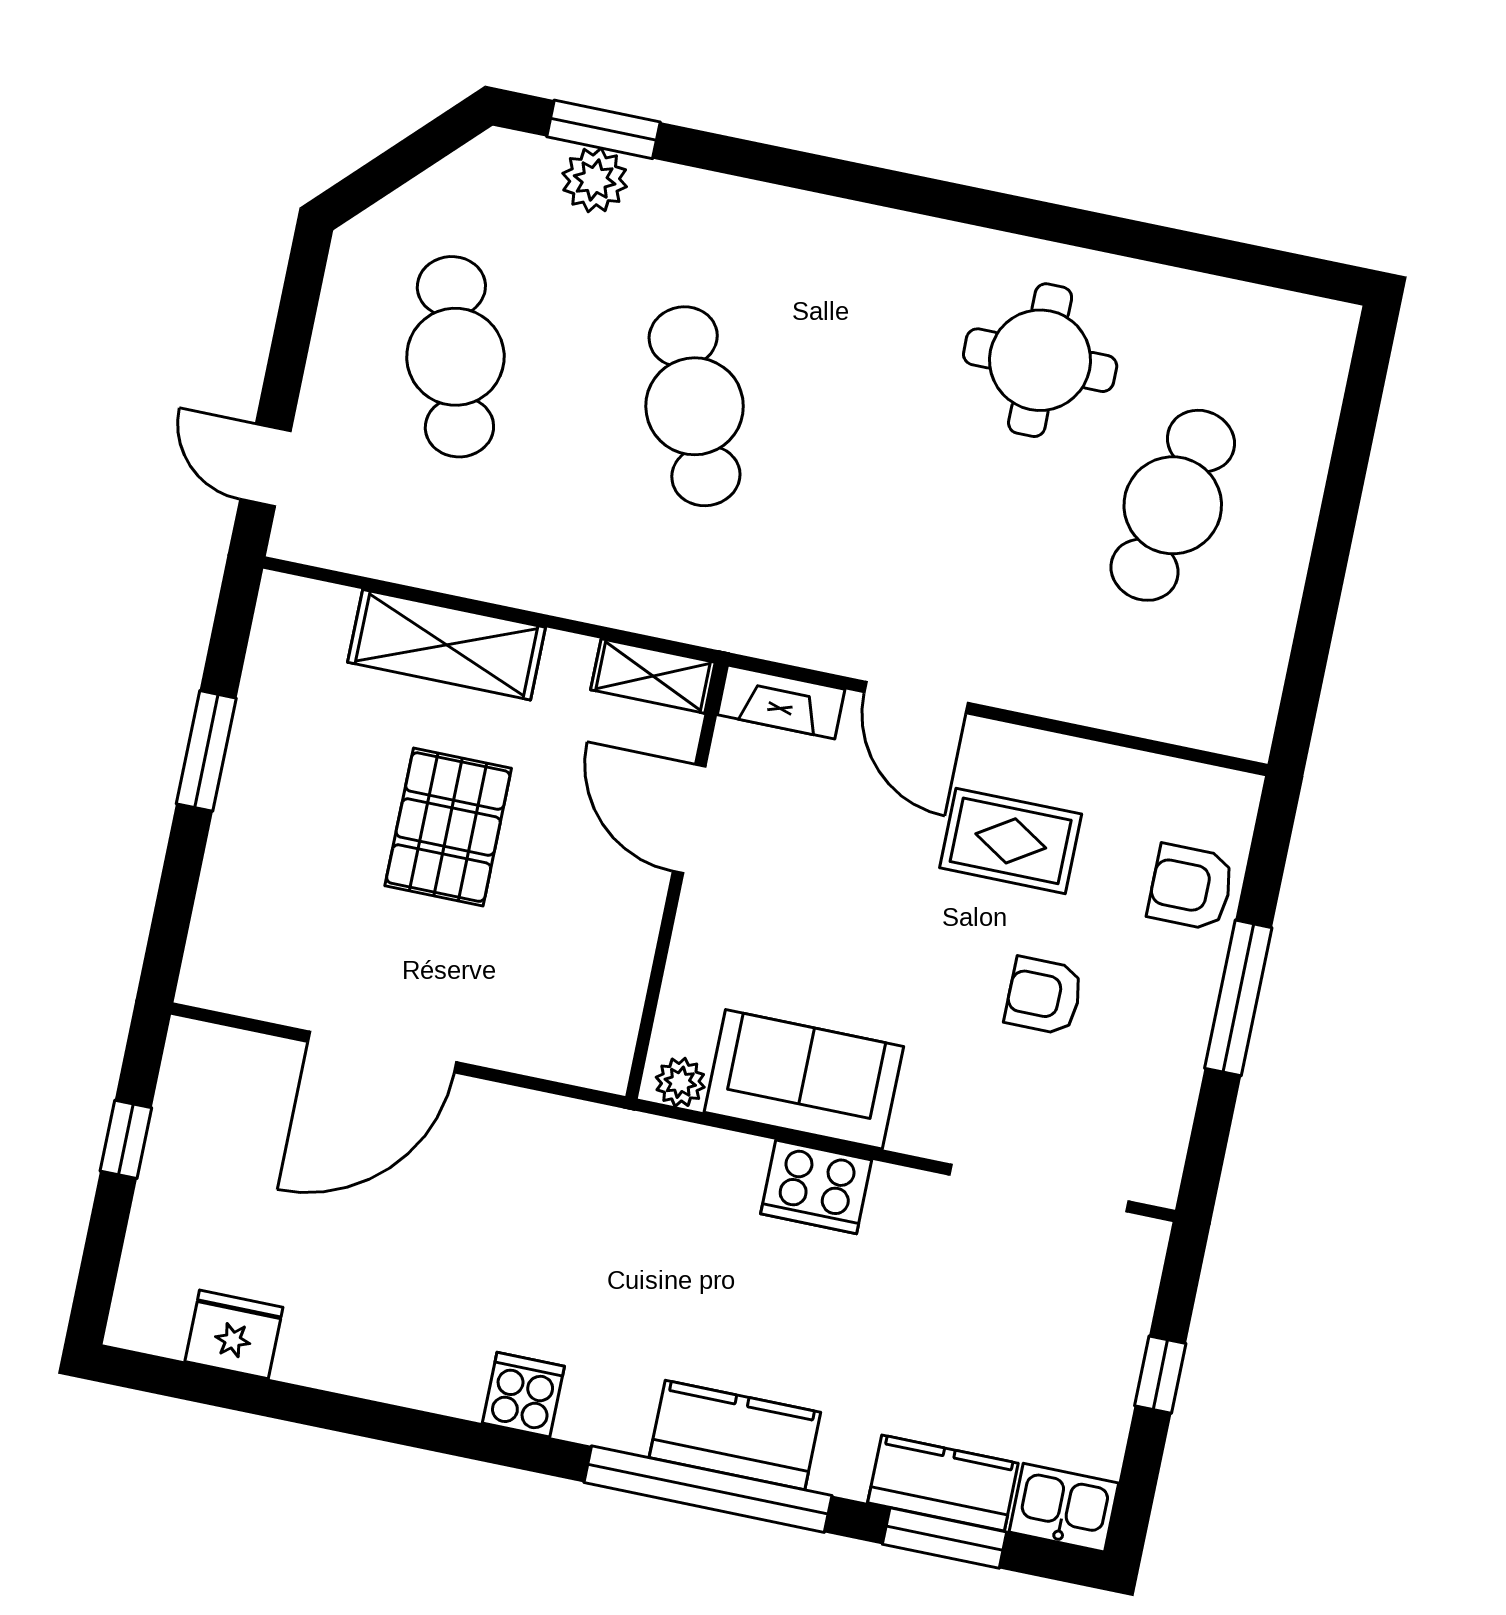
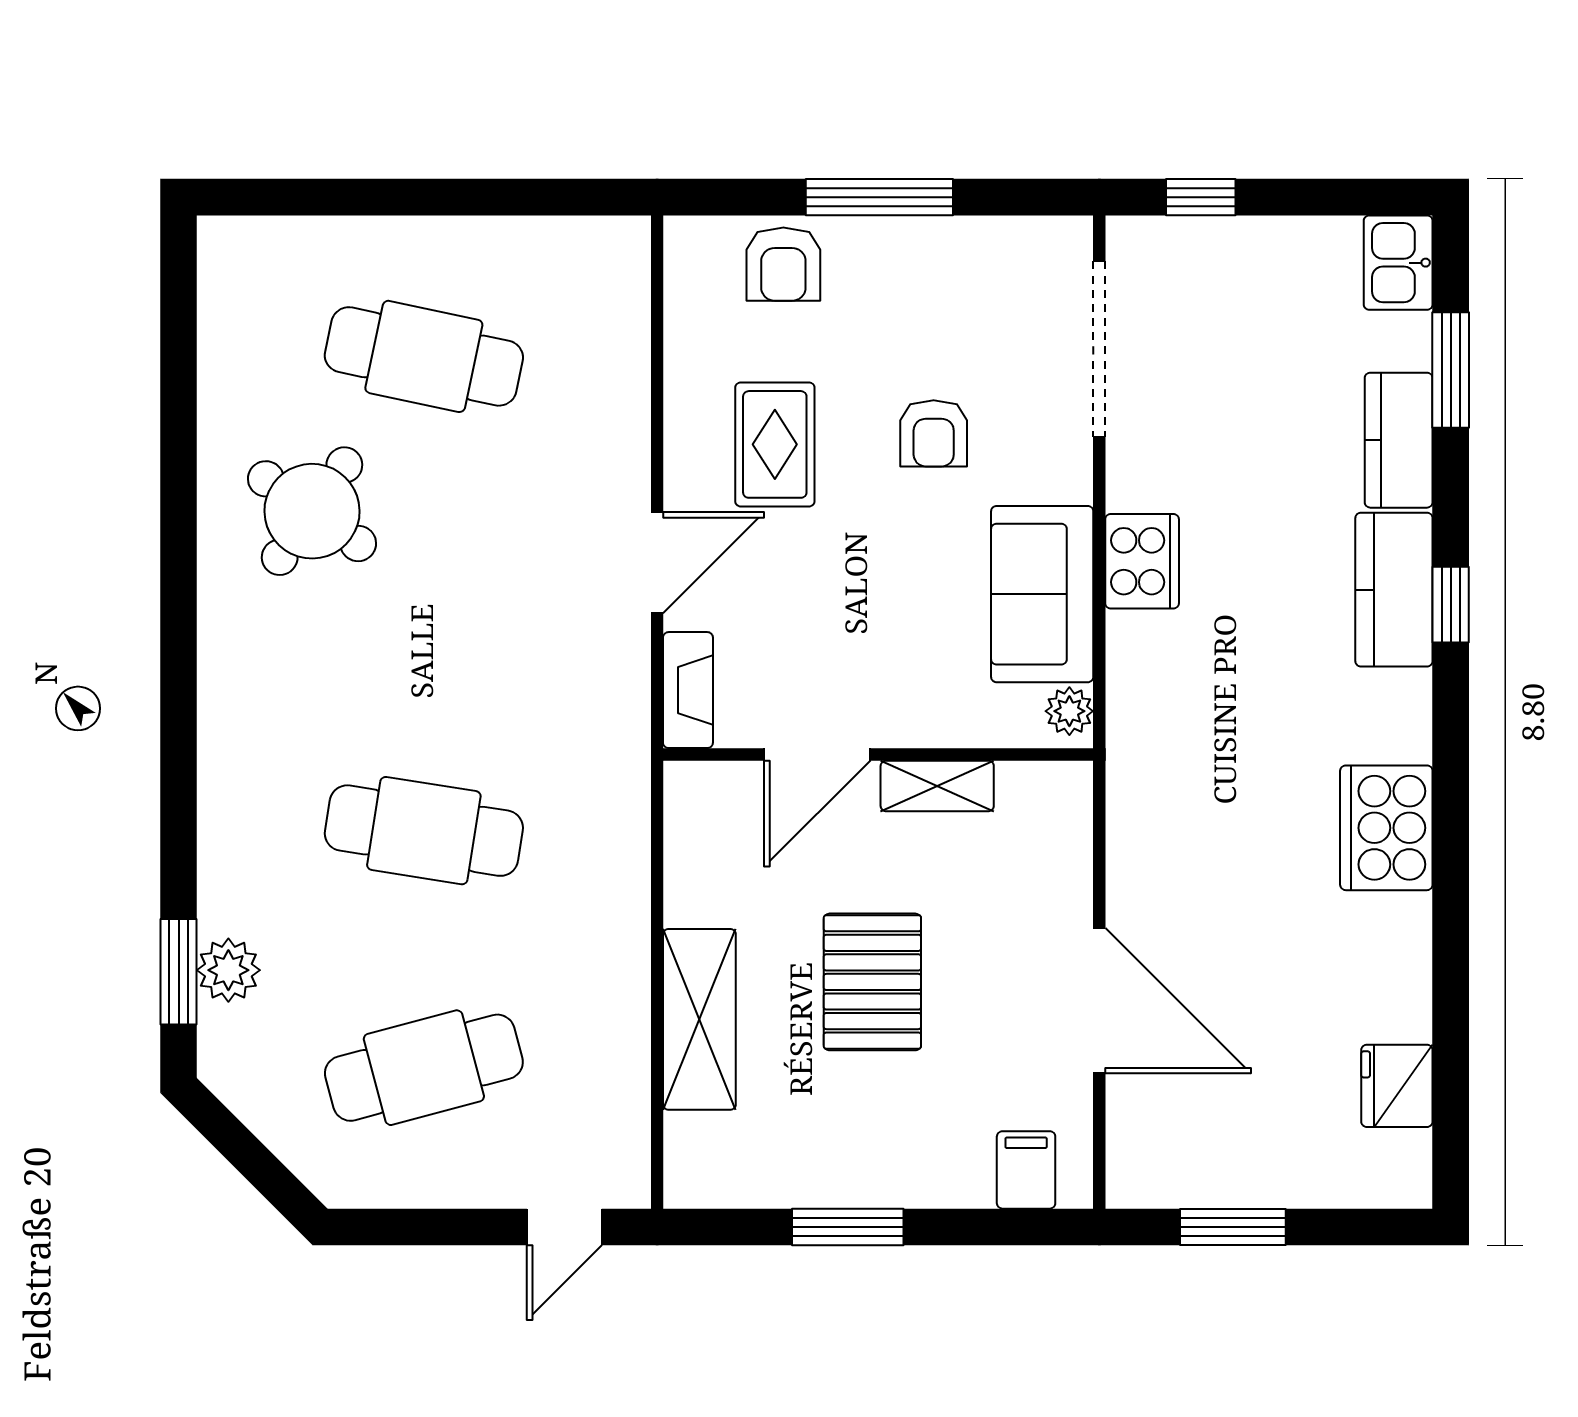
round table: (1040, 360) -> (312, 511), turned 35
cafe table: (695, 406) -> (424, 831), turned 30
shelving: (653, 676) -> (937, 786), moved, turned 90
pallet: (448, 827) -> (872, 982), turned 90
filing cabinet: (226, 943) -> (1026, 1170), added
armchair: (1044, 996) -> (934, 433), moved
window: (126, 1139) -> (1233, 1227), width x1.50
window: (1160, 1375) -> (1201, 197), moved
cooker: (523, 1395) -> (1386, 828), width x1.87, depth x1.31
kitchen counter: (943, 1483) -> (1399, 440), moved
window: (708, 1489) -> (1451, 605), width x0.32

